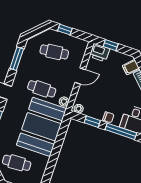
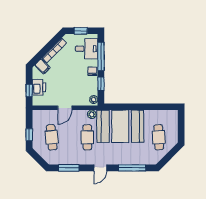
printer: (100, 53) -> (39, 87), moved
door: (80, 76) -> (65, 108), swing flipped

